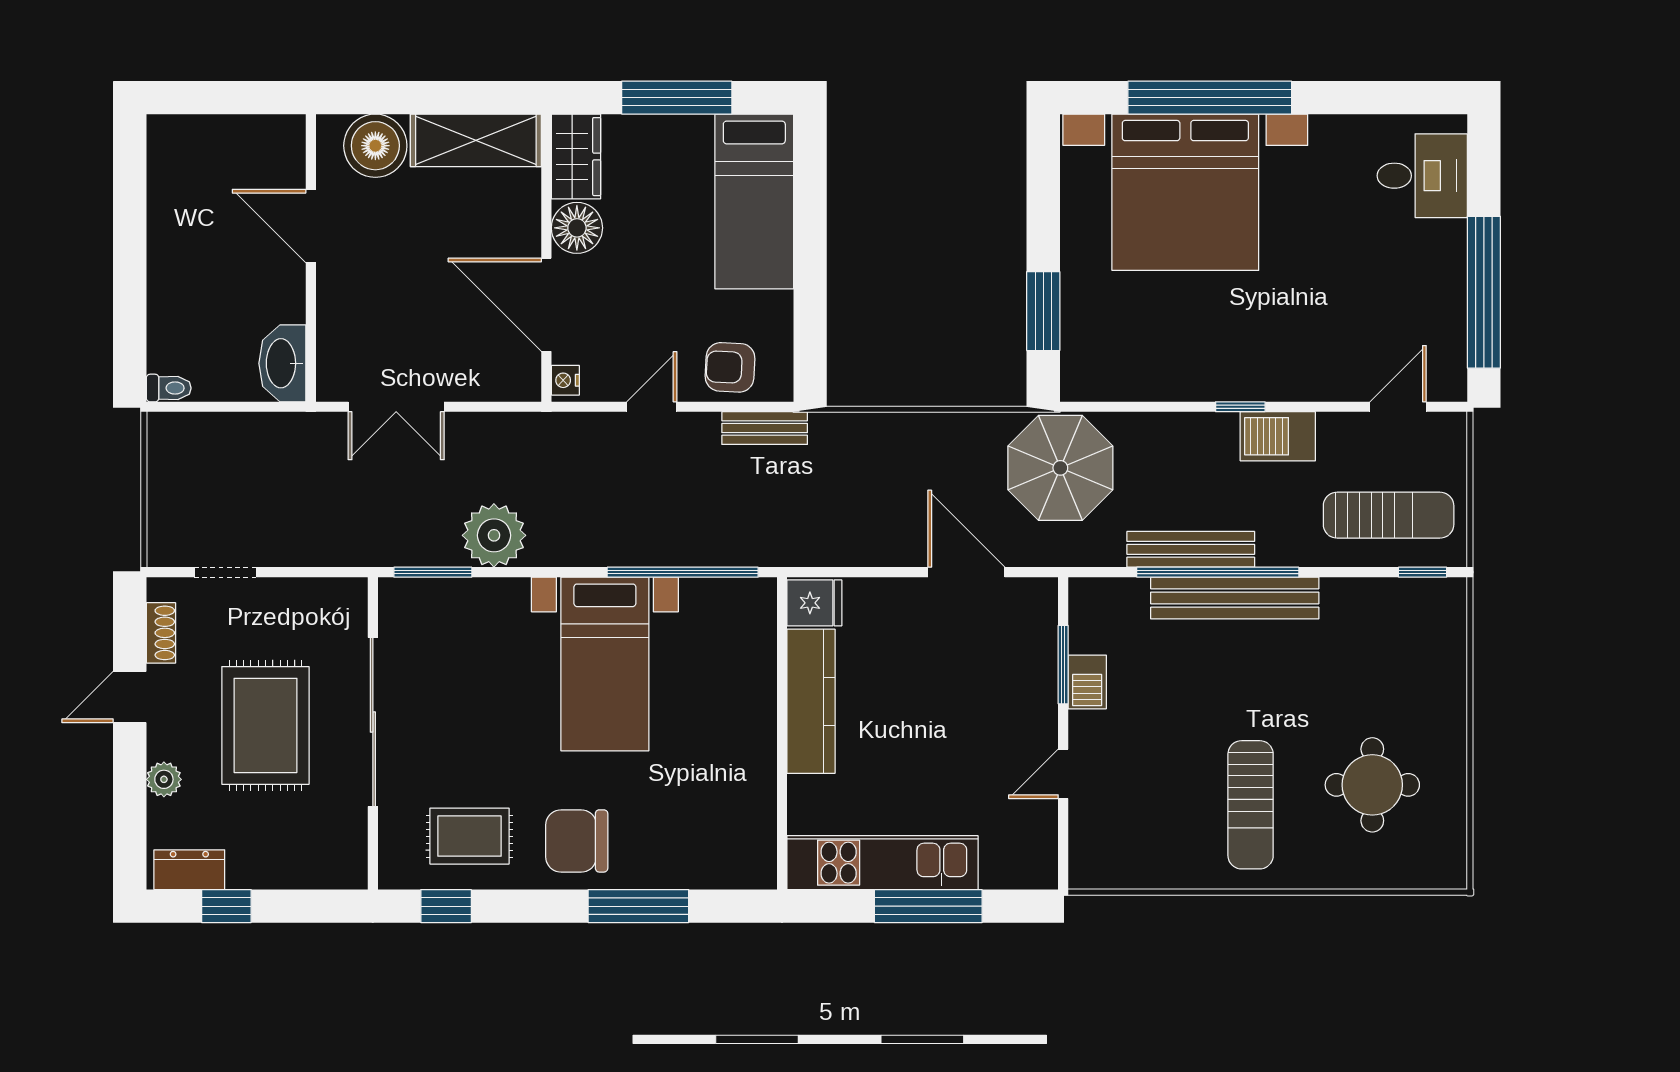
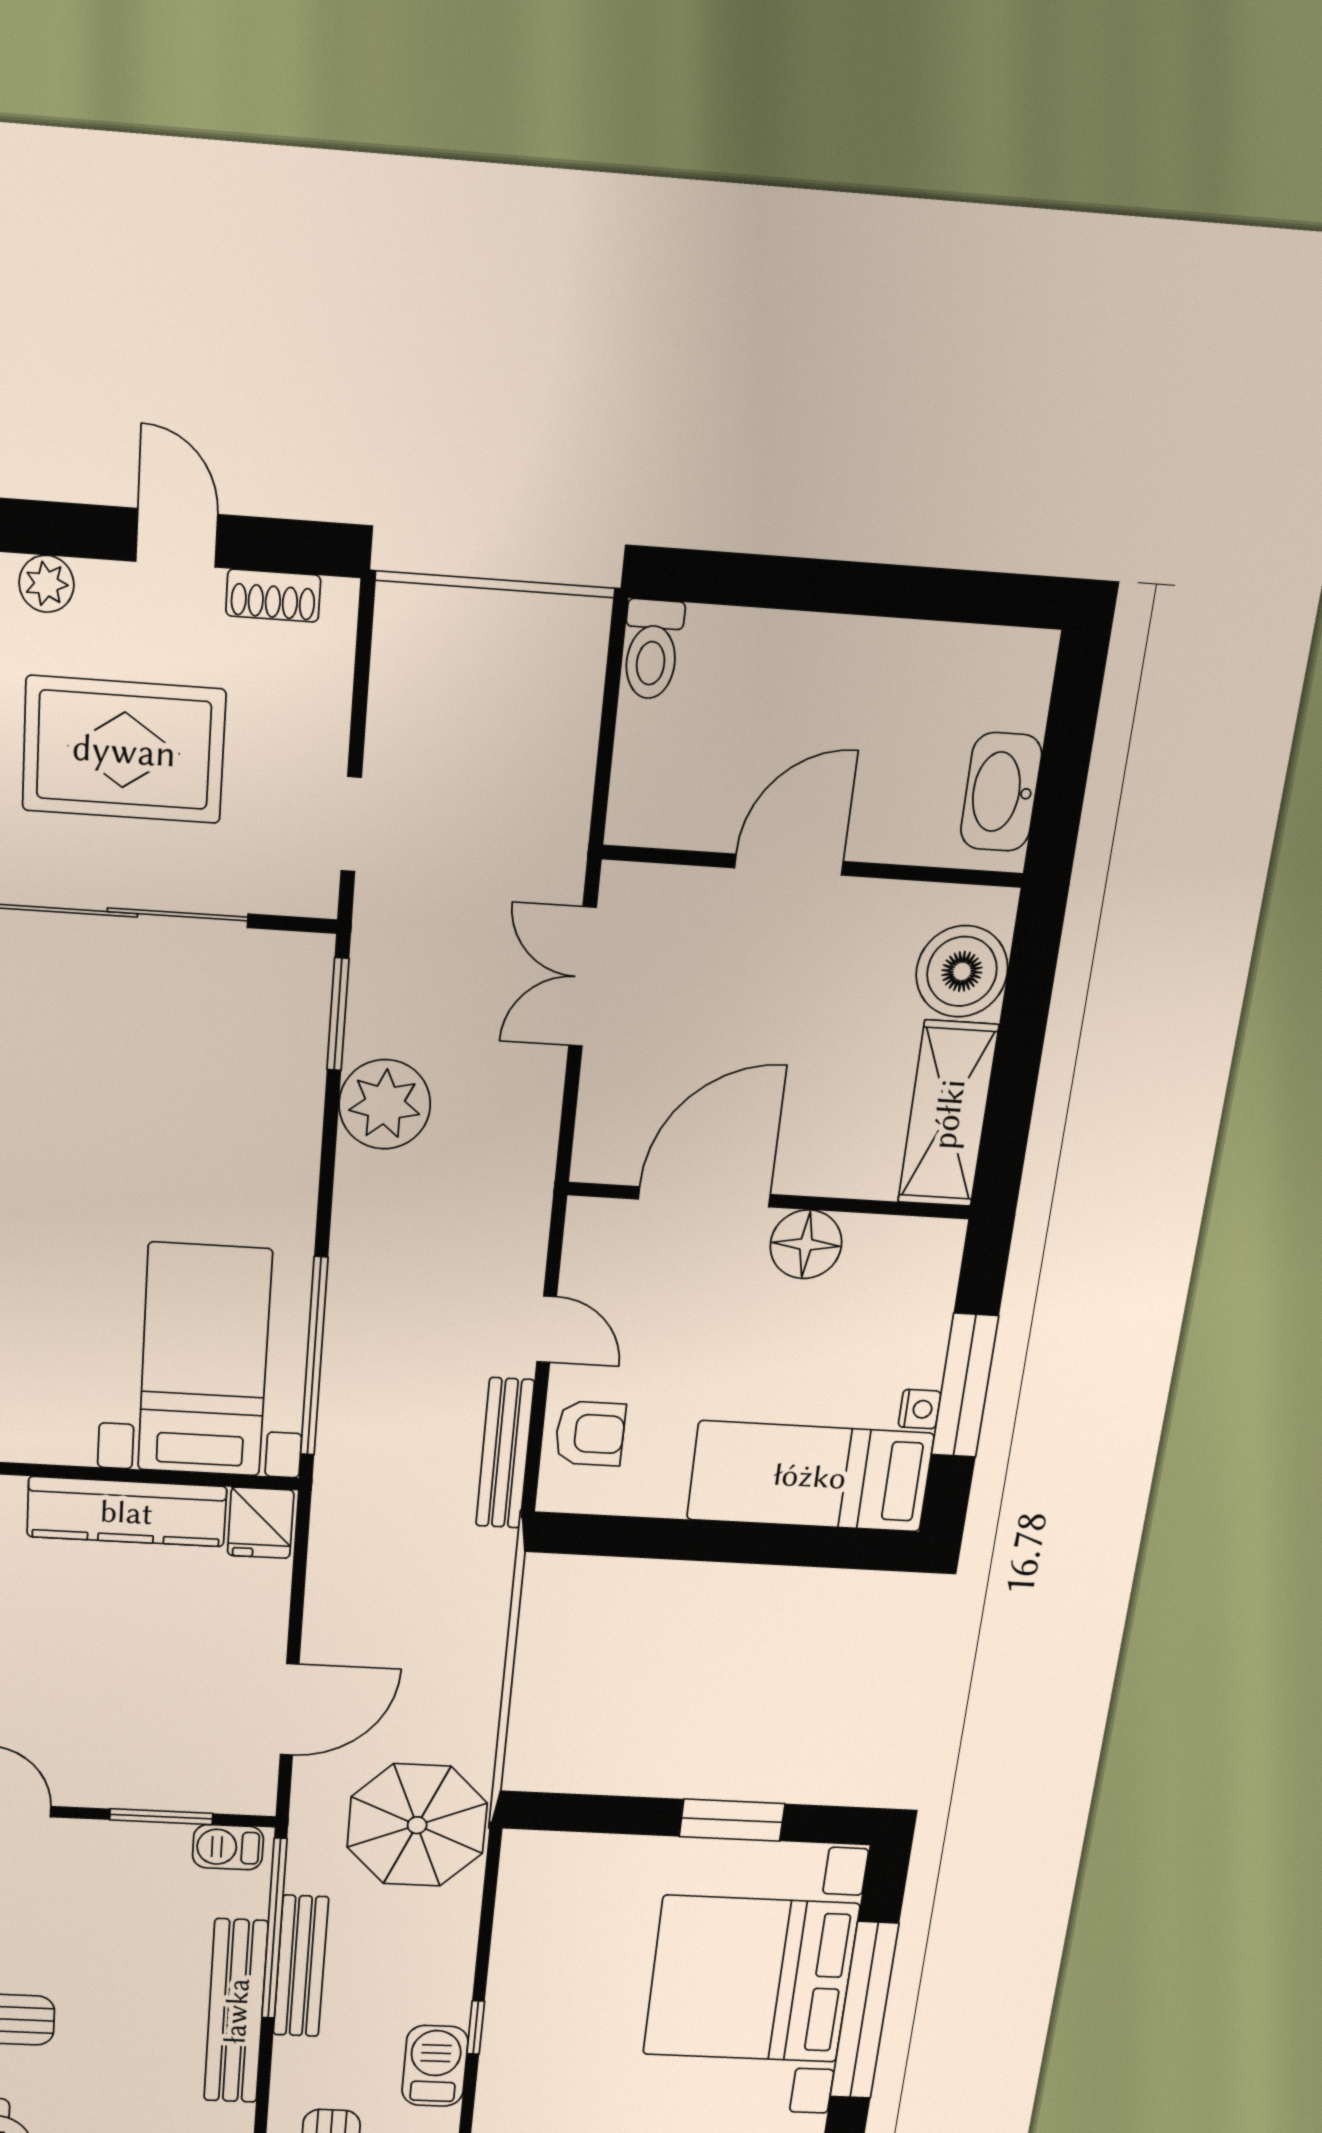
wardrobe: (576, 157) -> (905, 1249), removed
door: (311, 226) -> (789, 865), moved
window: (1043, 311) -> (732, 1820), moved
washbasin: (282, 363) -> (1001, 792), moved, turned -90
armchair: (730, 367) -> (590, 1434), turned 87
nightstand: (565, 380) -> (919, 1409), moved, turned 90
toilet: (169, 388) -> (652, 649), width x1.37, depth x1.39
bench: (765, 428) -> (505, 1453), width x1.36
doorway: (225, 572) -> (351, 824), moved
window: (1218, 572) -> (274, 1929), moved
bed with nightstands: (605, 664) -> (205, 1361), moved, turned 90
barbecue: (1087, 682) -> (228, 1847), moved

